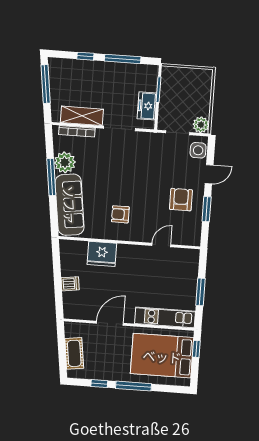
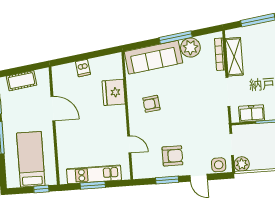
armchair: (120, 214) -> (151, 104), turned -97
kitchen unit: (165, 317) -> (94, 174), moved, turned -90
bed: (162, 356) -> (31, 159), width x0.67

